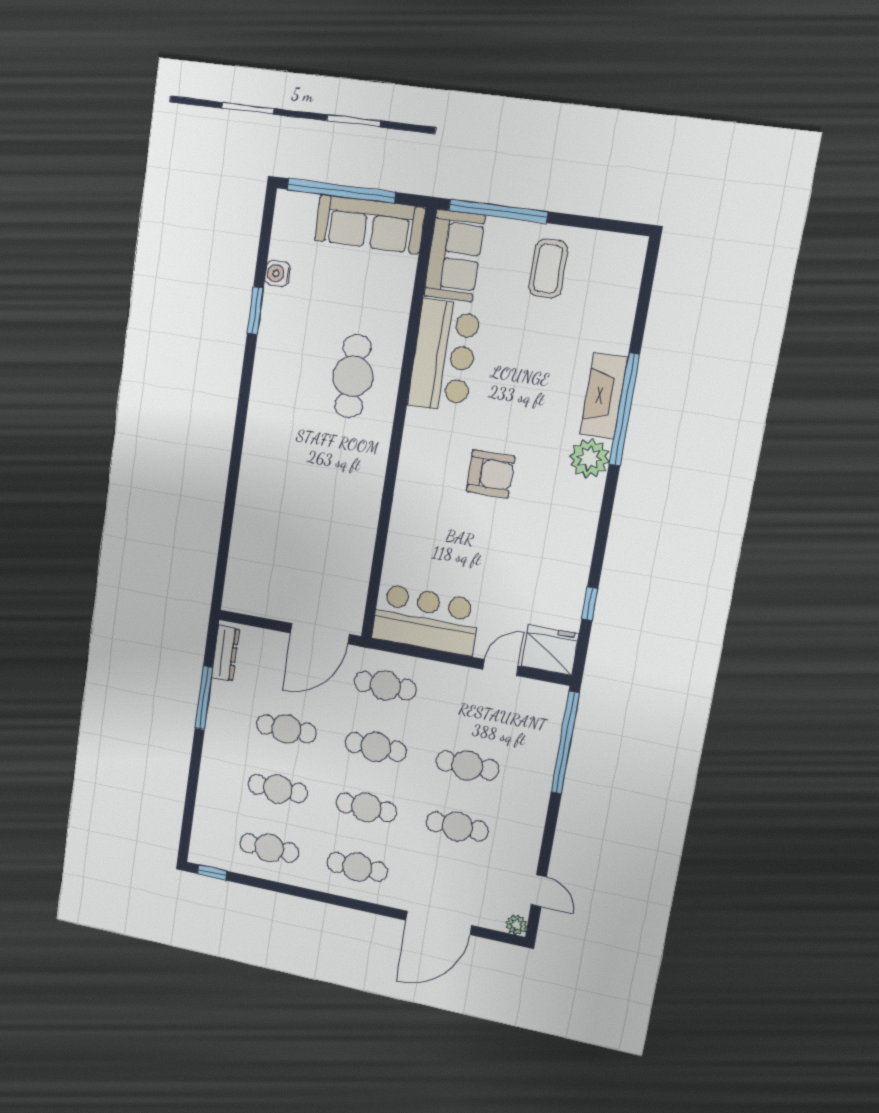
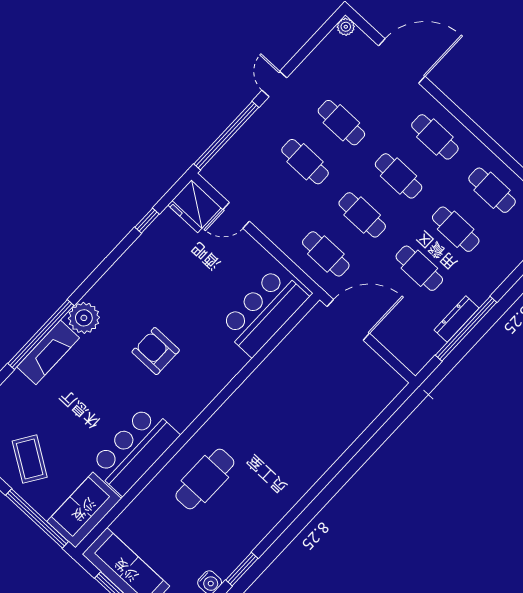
coffee table: (548, 269) -> (30, 459), turned -57
bar counter: (426, 620) -> (264, 312), moved, turned 90
dresser: (225, 653) -> (456, 319), moved
window: (204, 698) -> (466, 329), width x1.46
door: (539, 891) -> (274, 84), moved

